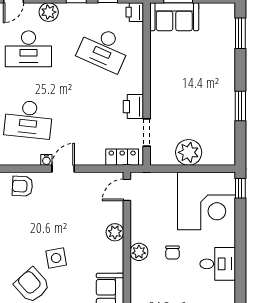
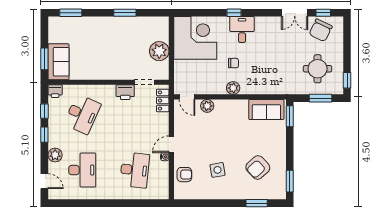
door: (63, 169) -> (171, 144), hinge flipped
armchair: (22, 186) -> (184, 175), turned -93
window: (240, 188) -> (234, 13), moved
plant: (115, 232) -> (207, 106), moved
side table: (56, 258) -> (218, 170), moved

